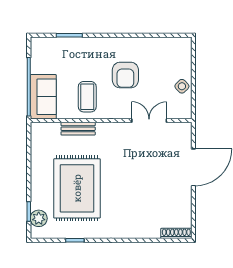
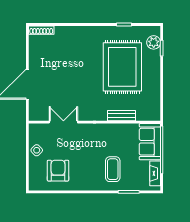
fireplace: (37, 58) -> (155, 173), added
armchair: (125, 75) -> (58, 171), moved
coffee table: (87, 97) -> (113, 169), moved
double door: (149, 121) -> (63, 122), swing flipped

